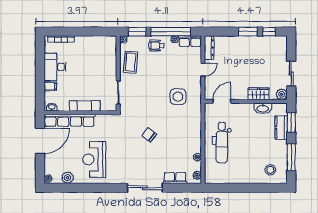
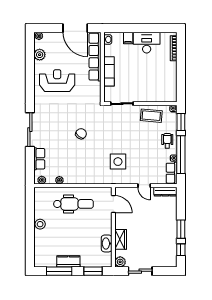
kitchen counter: (281, 127) -> (68, 261), moved
dental chair: (222, 143) -> (73, 204), turned 180
stool: (270, 170) -> (40, 224), moved

